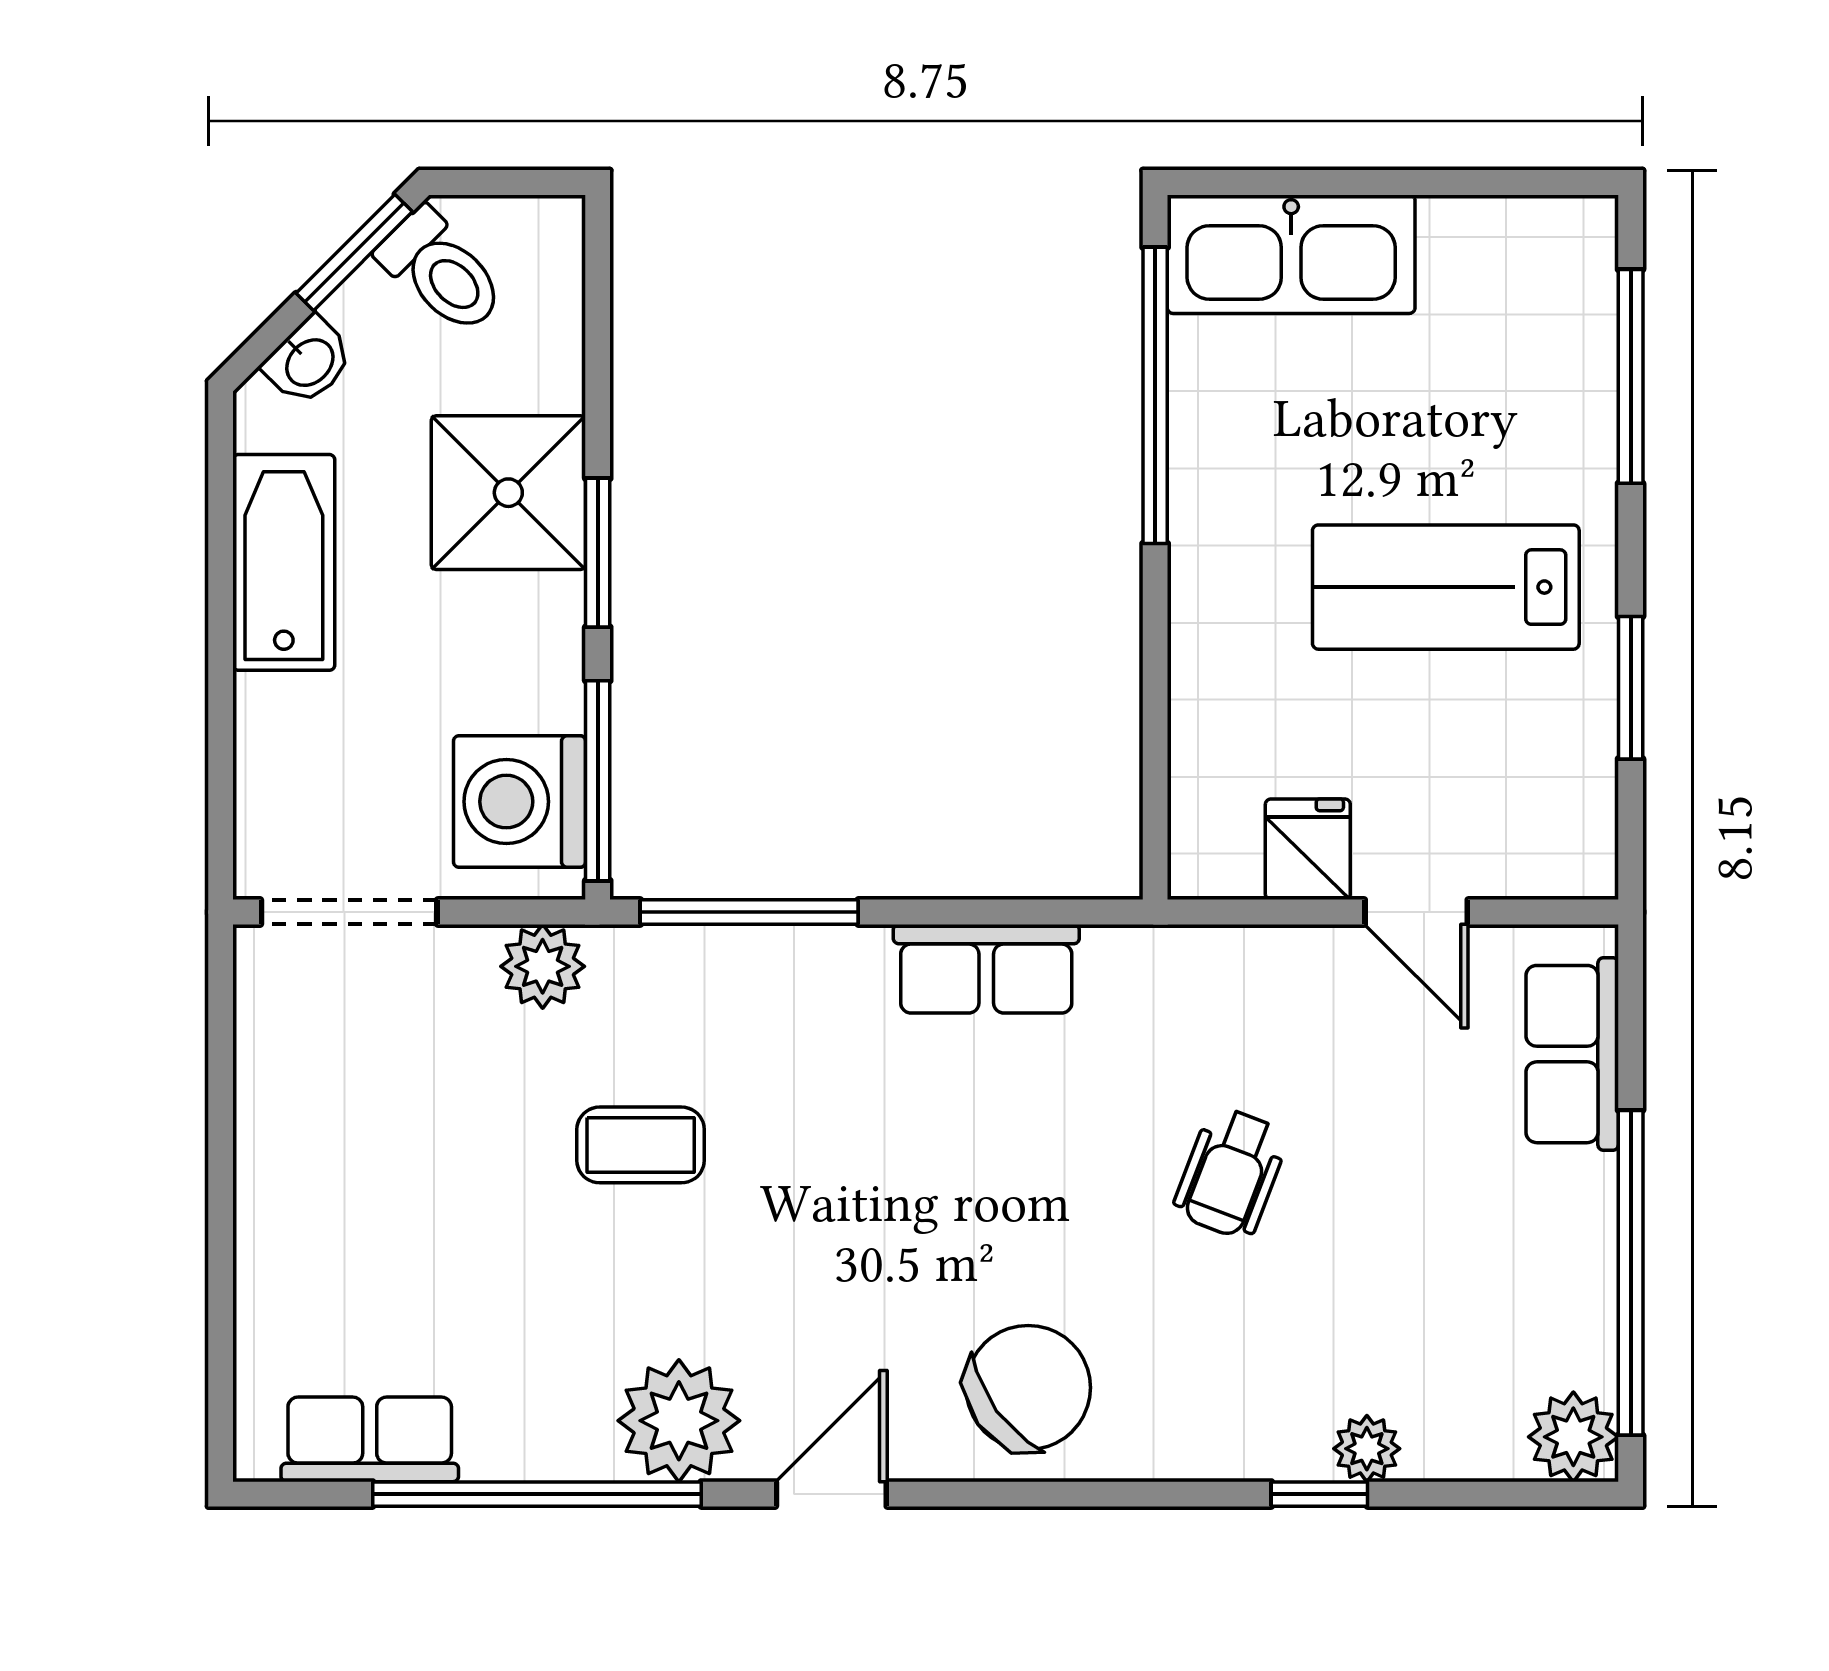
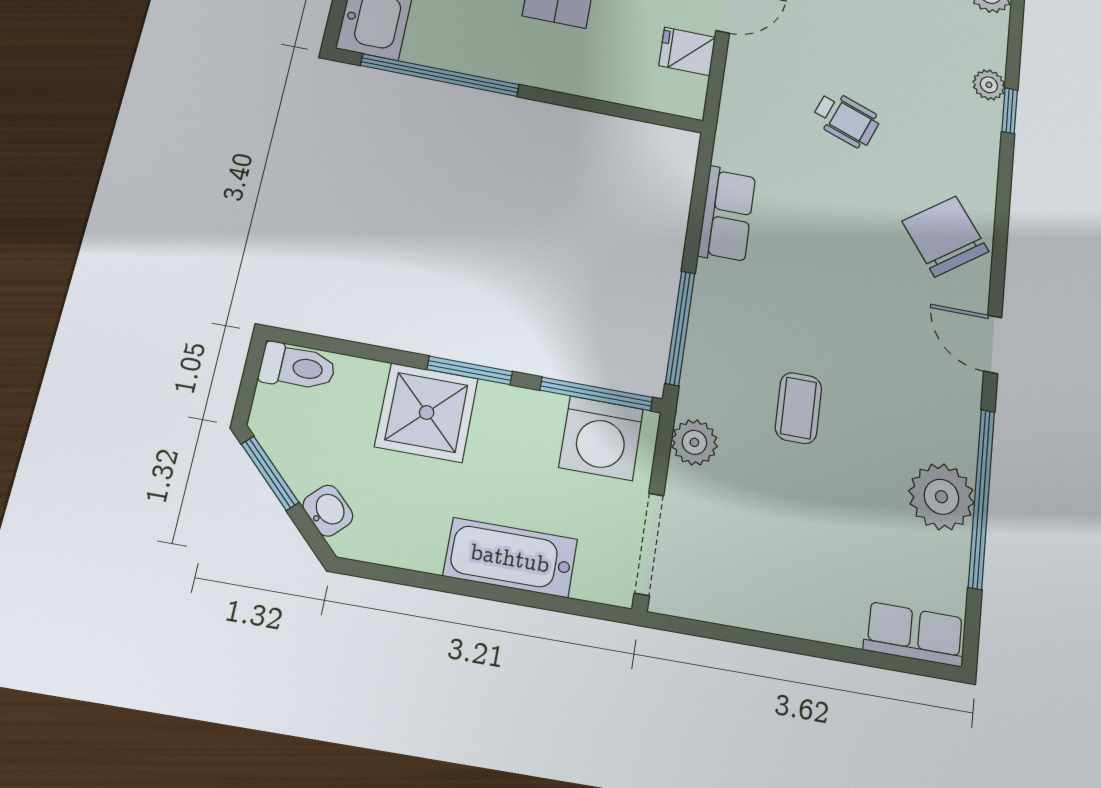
toilet: (442, 272) -> (298, 367), moved, turned 45
bathtub: (284, 562) -> (510, 558), moved
plant: (679, 1421) -> (941, 497), moved
row of seats: (370, 1439) -> (915, 634), moved, turned 90

